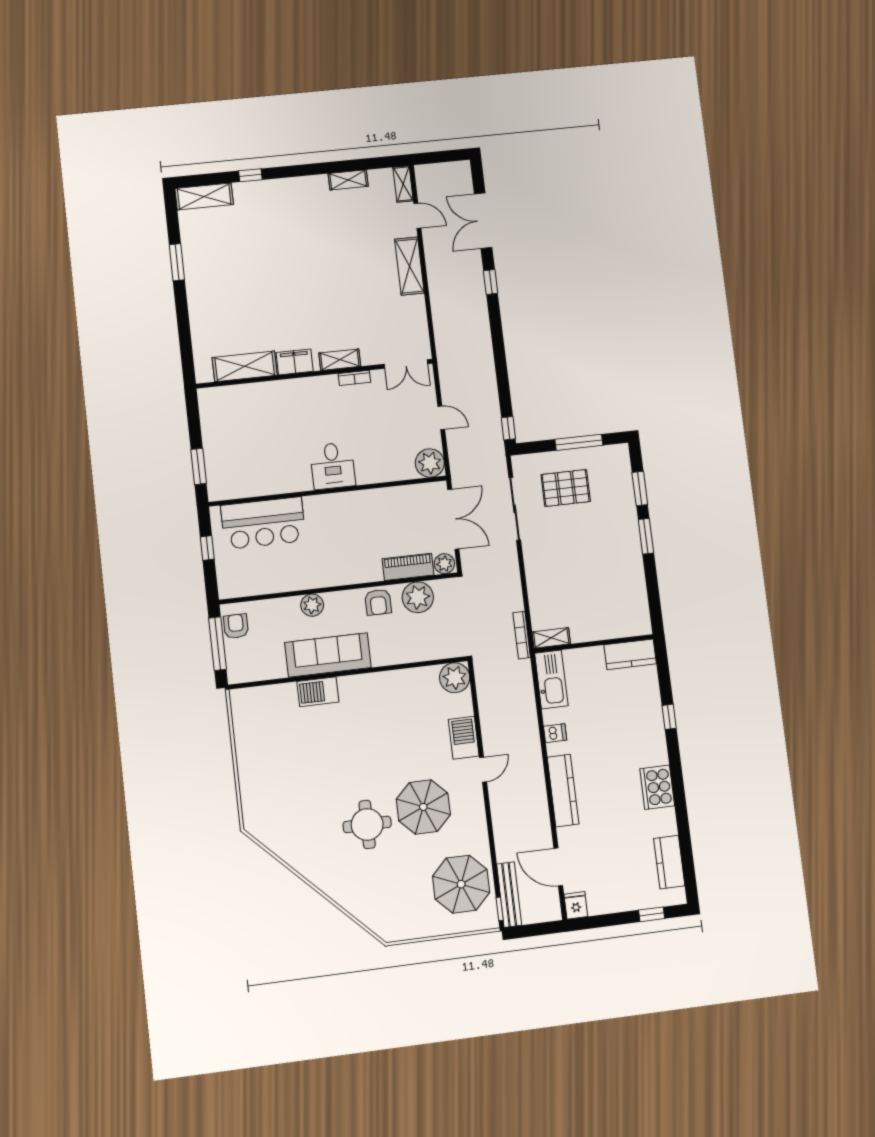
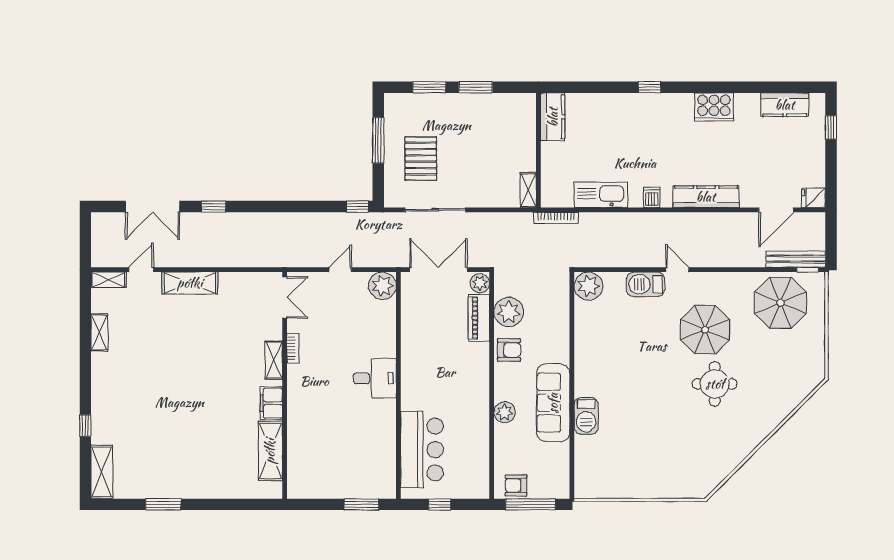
shelving: (551, 638) -> (528, 190), moved
wall: (594, 644) -> (538, 150), moved
kitchen counter: (630, 654) -> (553, 117), moved

